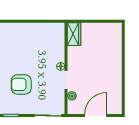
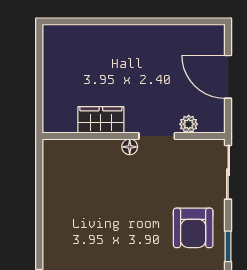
wardrobe: (74, 34) -> (101, 120), moved
armchair: (21, 84) -> (193, 228), moved

